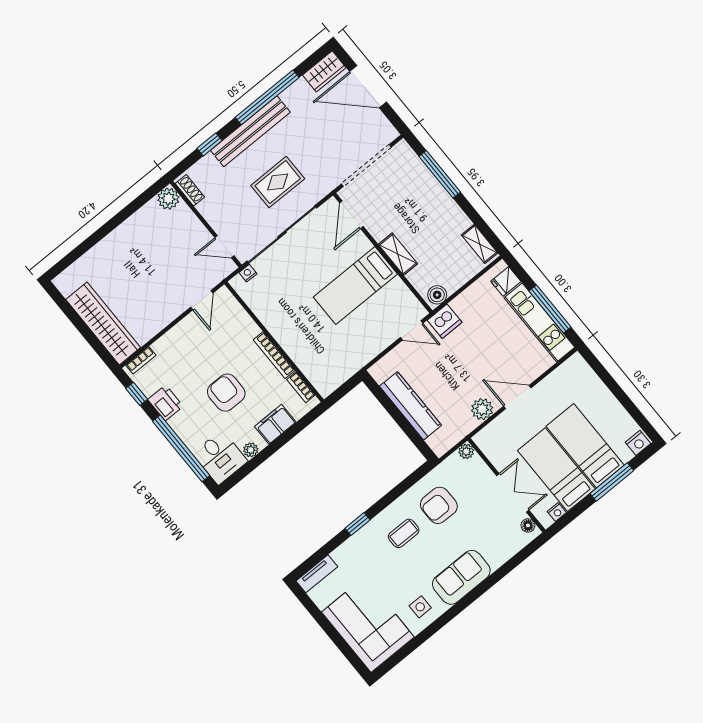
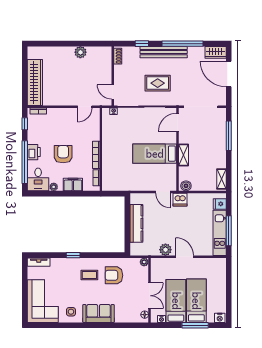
plant: (168, 199) -> (80, 52), moved
printer: (165, 403) -> (34, 152), moved

